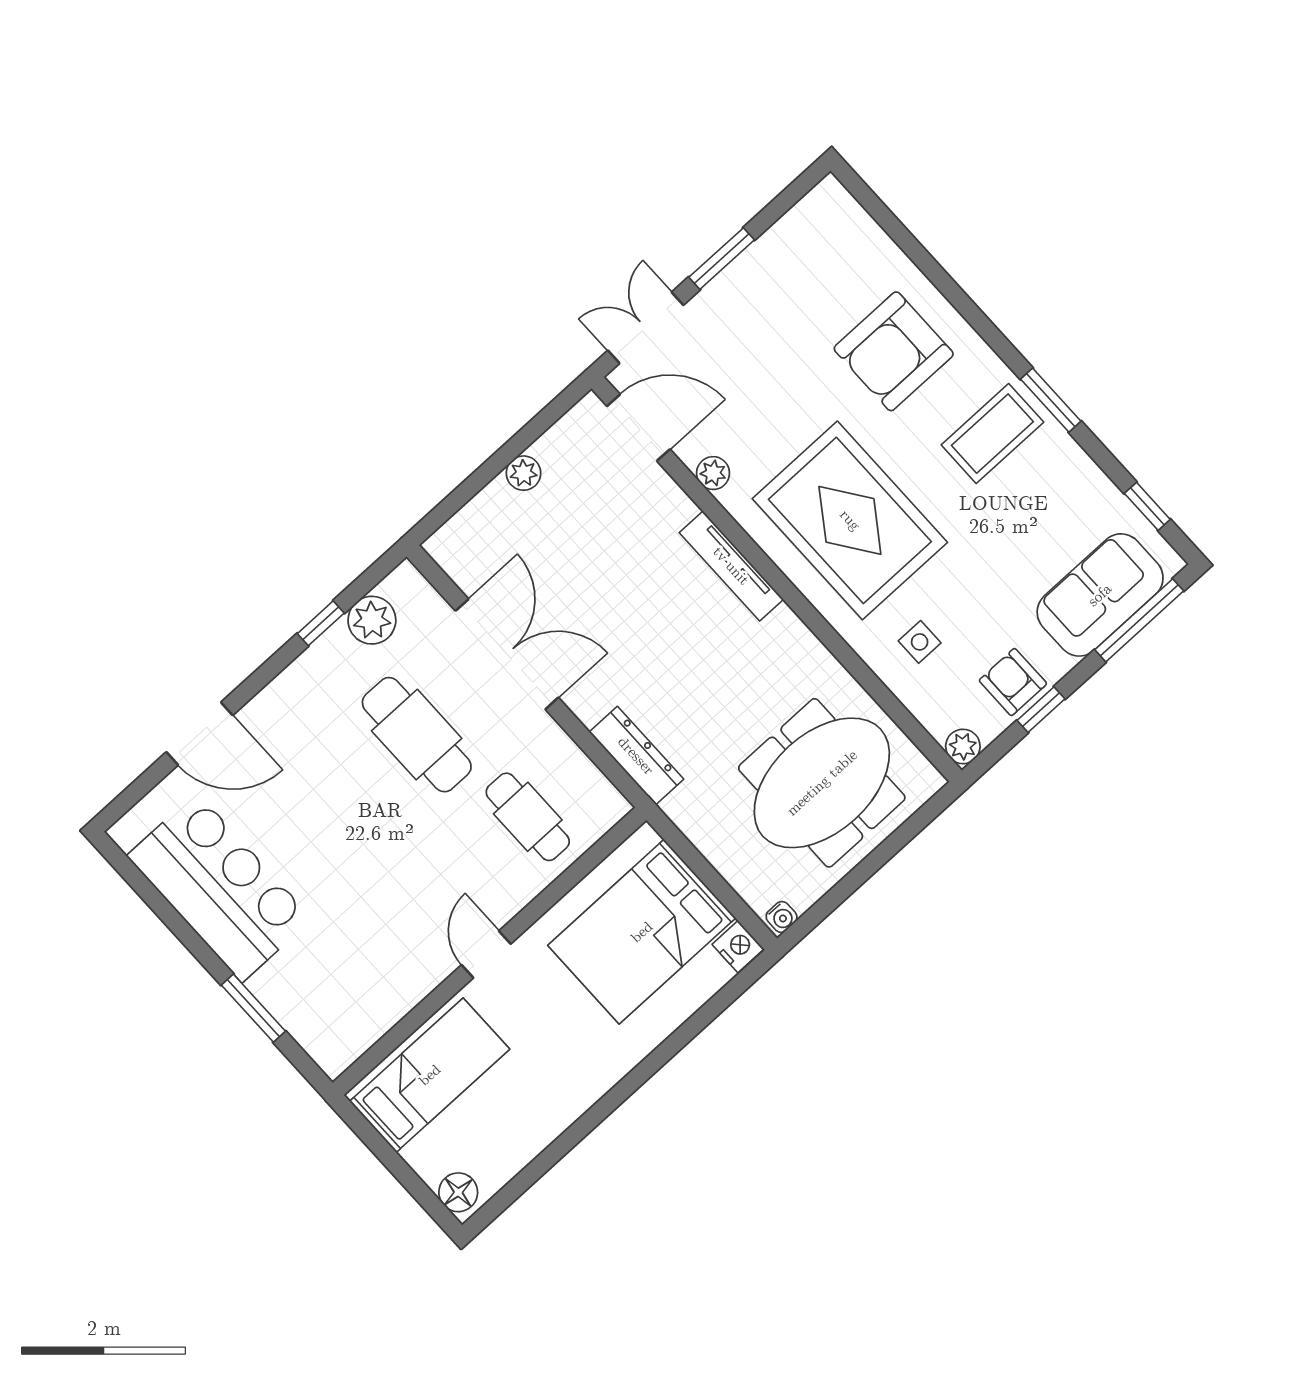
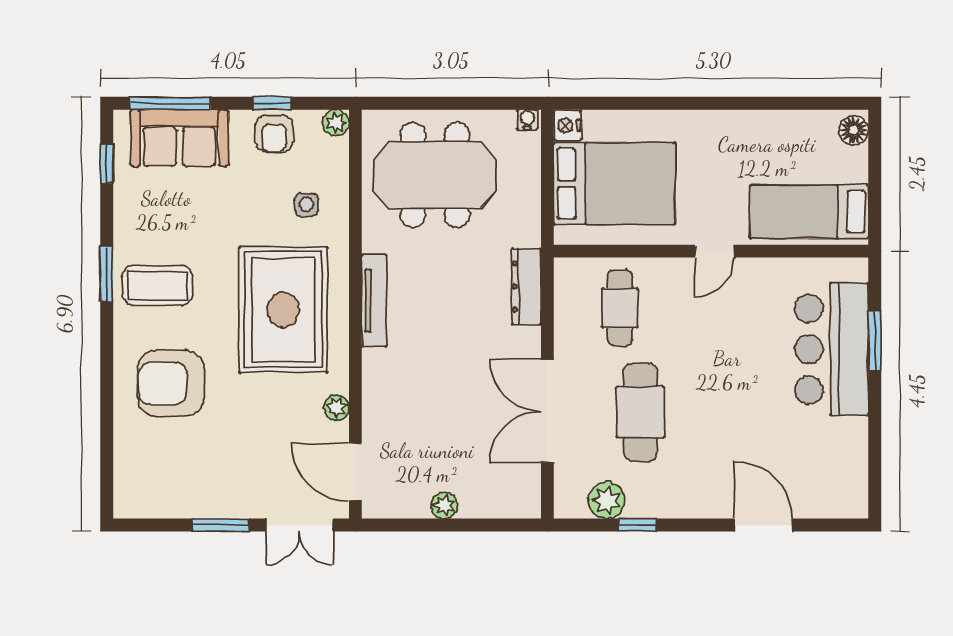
armchair: (894, 351) -> (171, 383), turned 180
tv unit: (731, 566) -> (374, 301), moved
bar counter: (219, 887) -> (832, 349), moved

